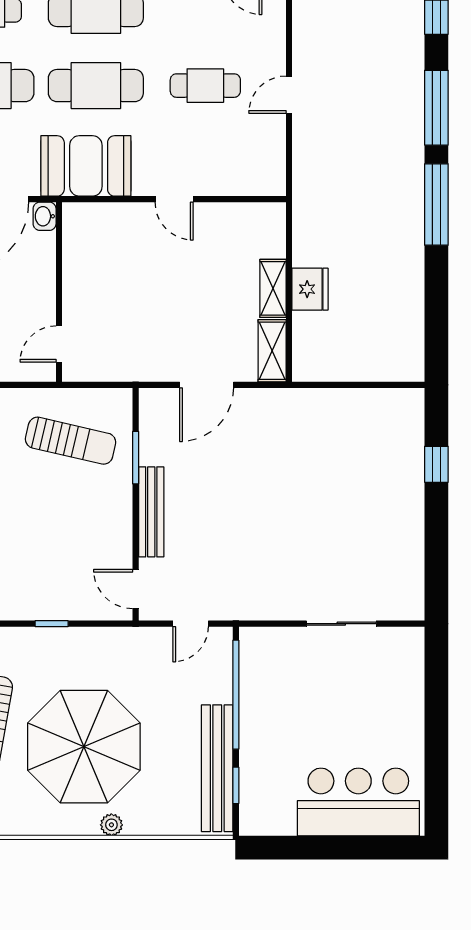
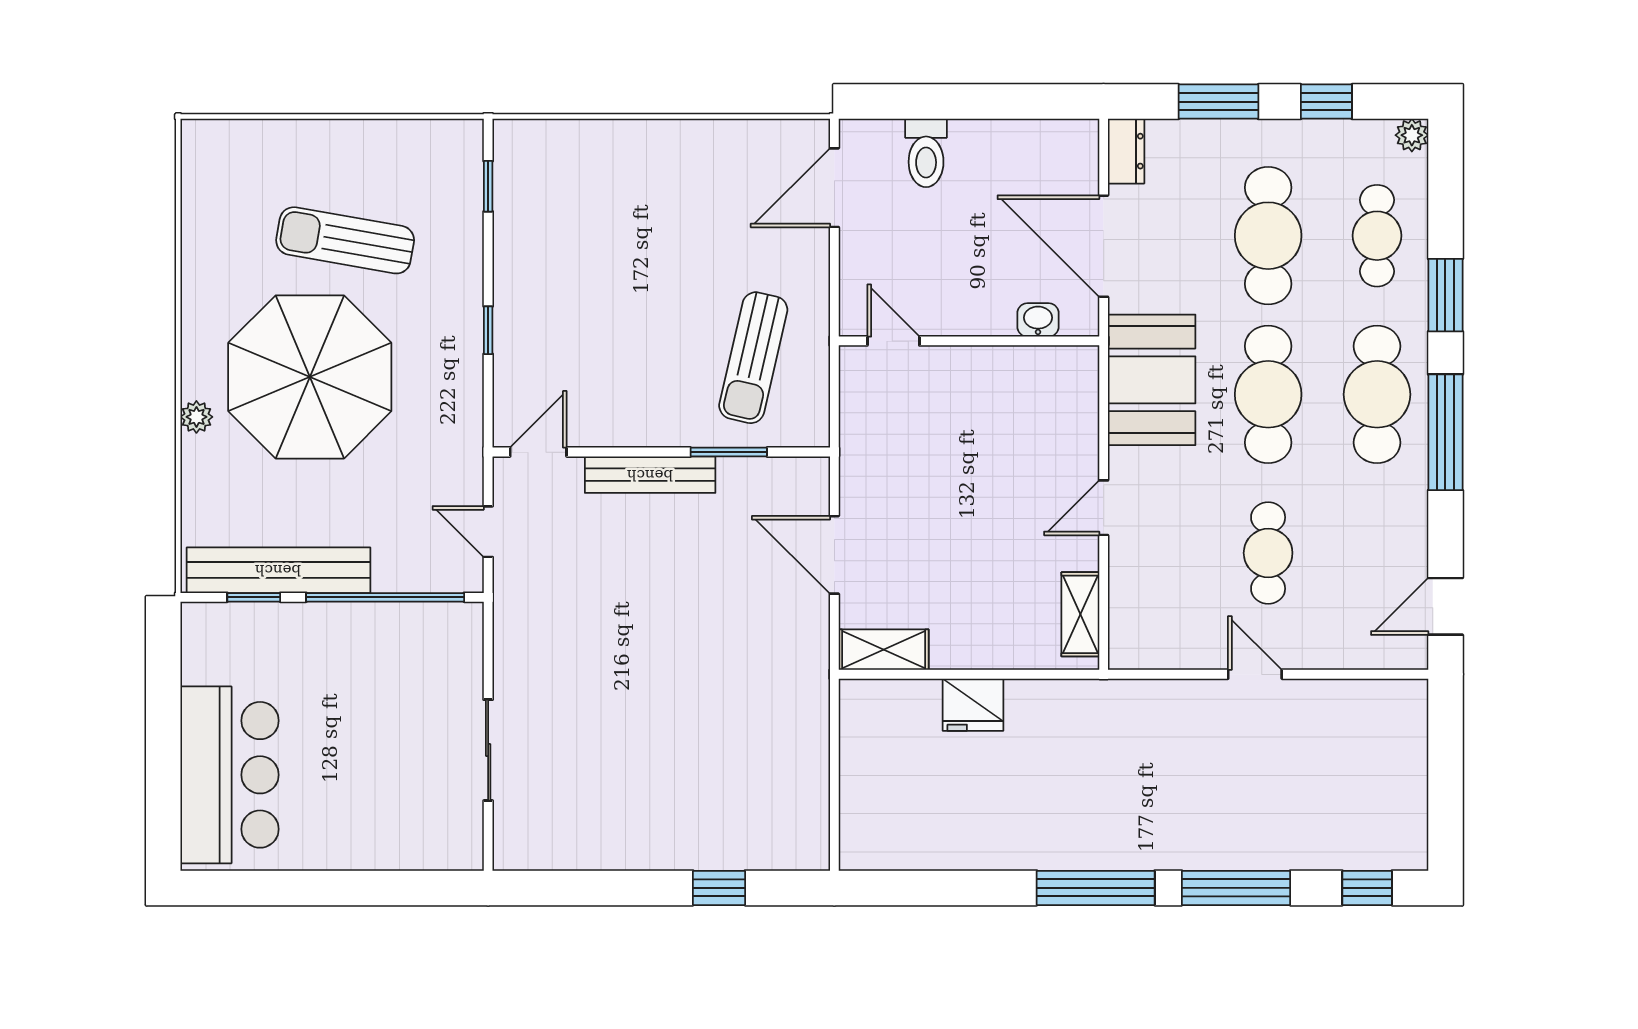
washbasin: (45, 216) -> (1038, 320), moved
shelving: (273, 288) -> (1080, 614), moved, turned 90

